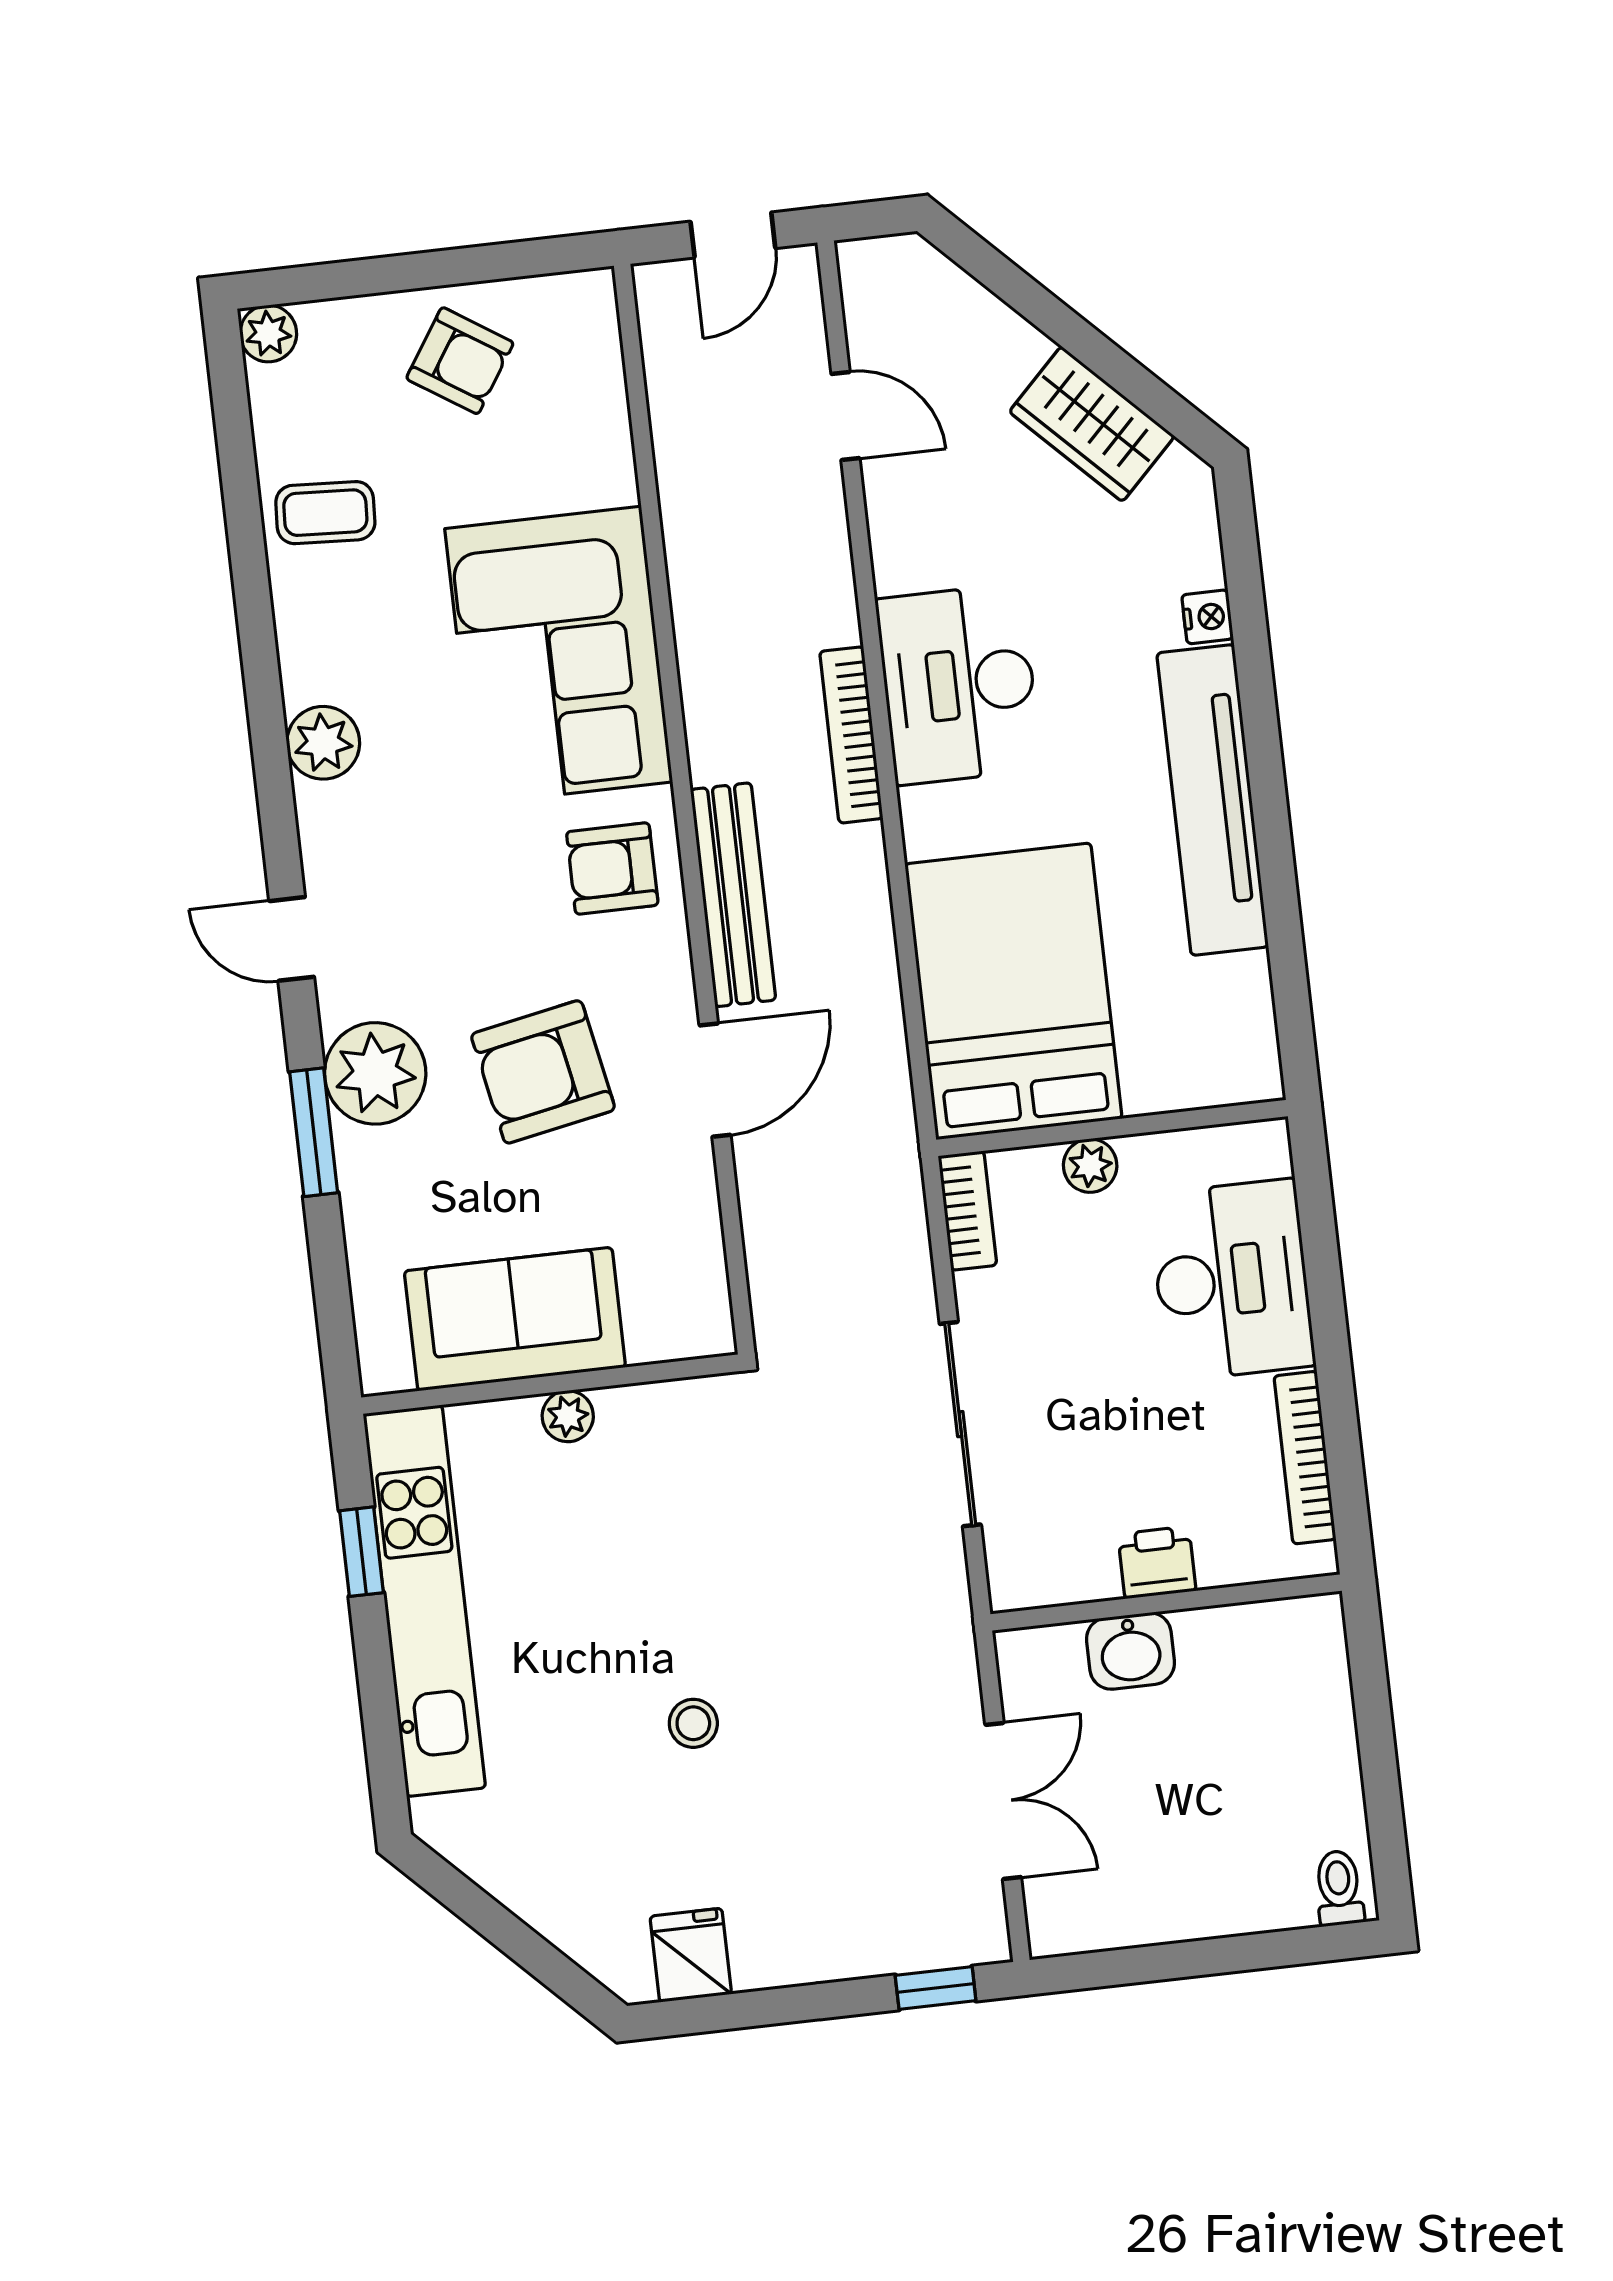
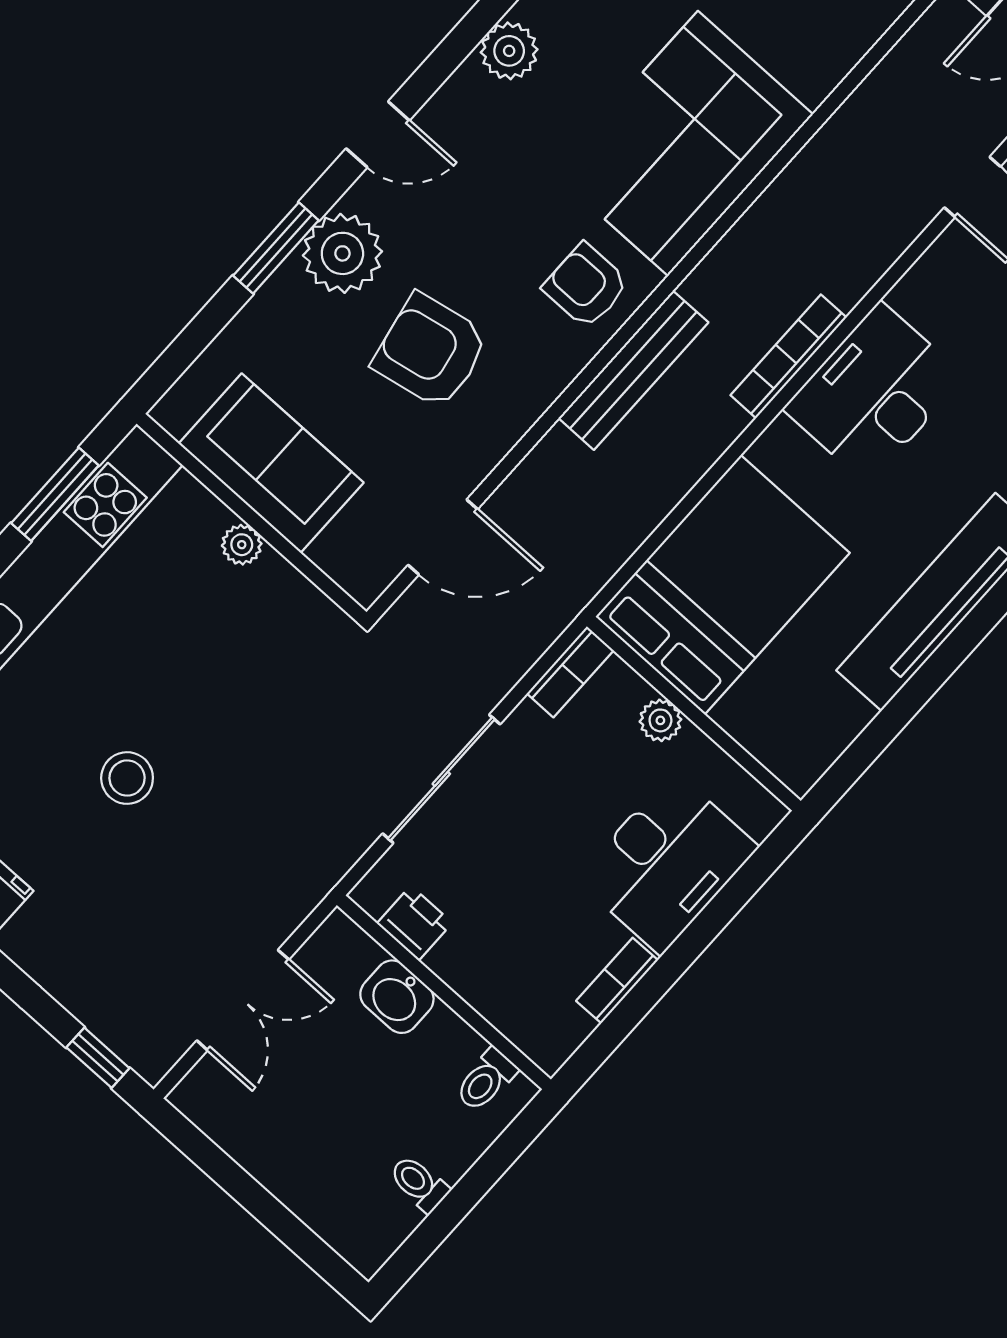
door: (292, 939) -> (378, 134), swing flipped
door: (715, 1080) -> (443, 537), moved
bookcase: (1305, 1458) -> (617, 980), width x0.64
window: (361, 1552) -> (55, 494), width x1.50
printer: (1157, 1562) -> (415, 923), moved
toilet: (1285, 1637) -> (486, 1080), added
stool: (693, 1723) -> (127, 778), width x1.37, depth x1.37
toilet: (1339, 1888) -> (419, 1184), moved, turned -90

